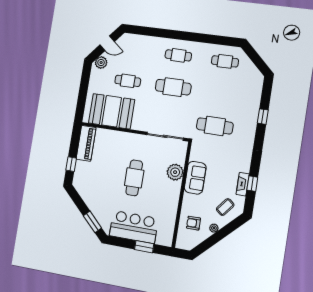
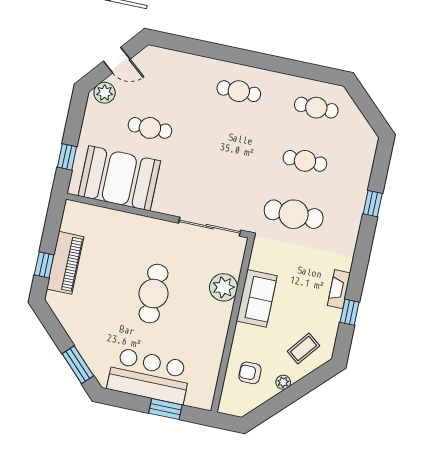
cafe table: (173, 87) -> (305, 161), moved, width x0.73, depth x0.74
window: (81, 101) -> (67, 157), added
piano: (86, 143) -> (65, 263), moved
fireplace: (243, 184) -> (339, 289), moved

